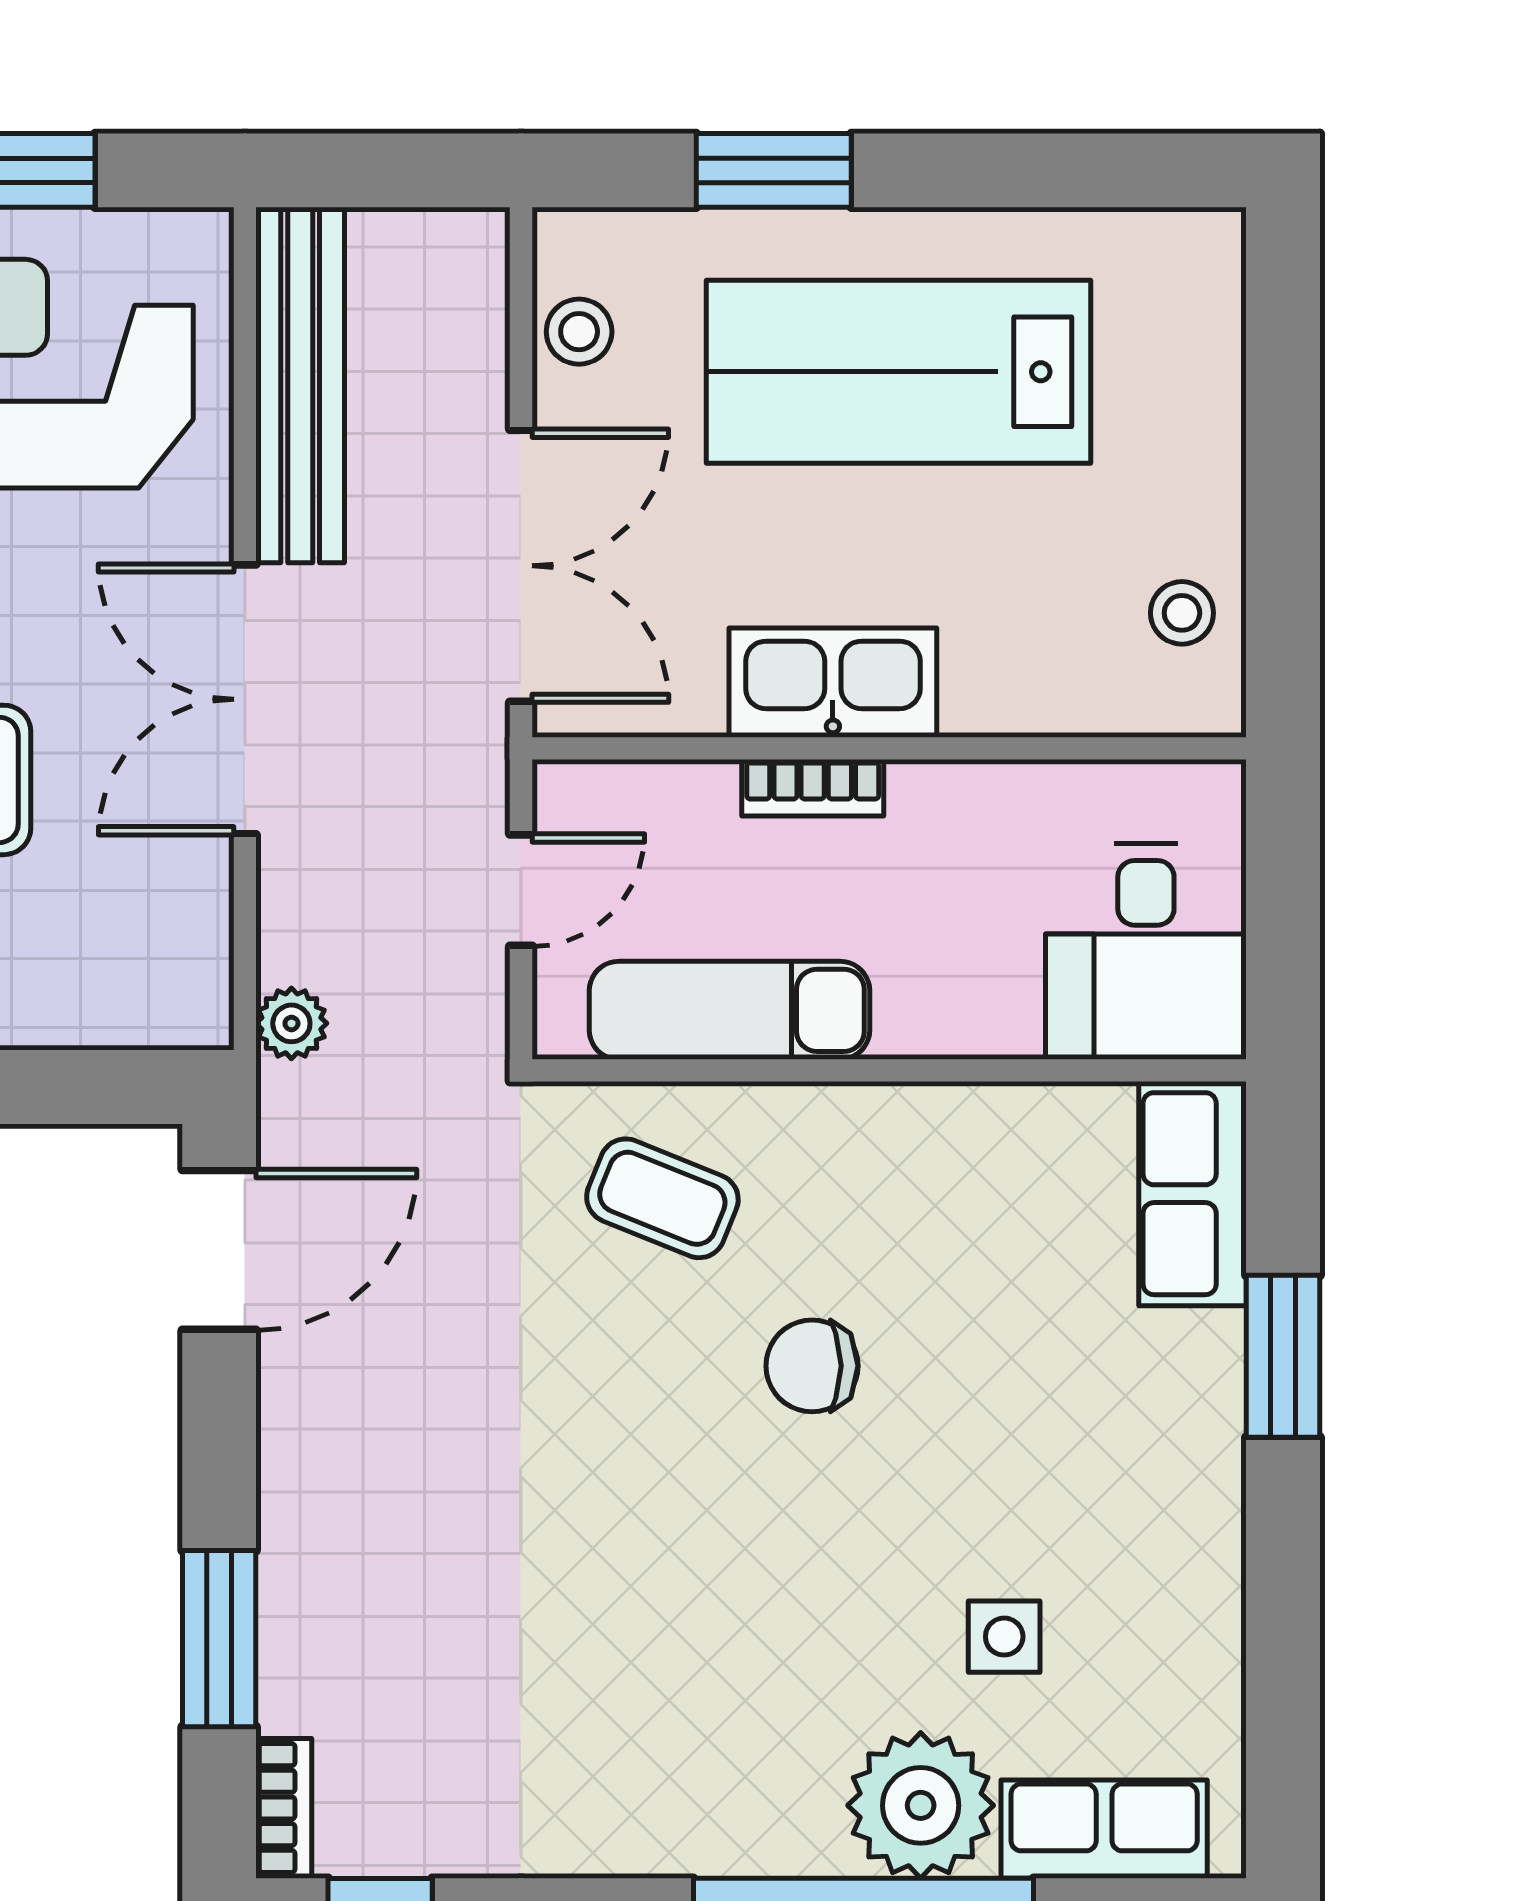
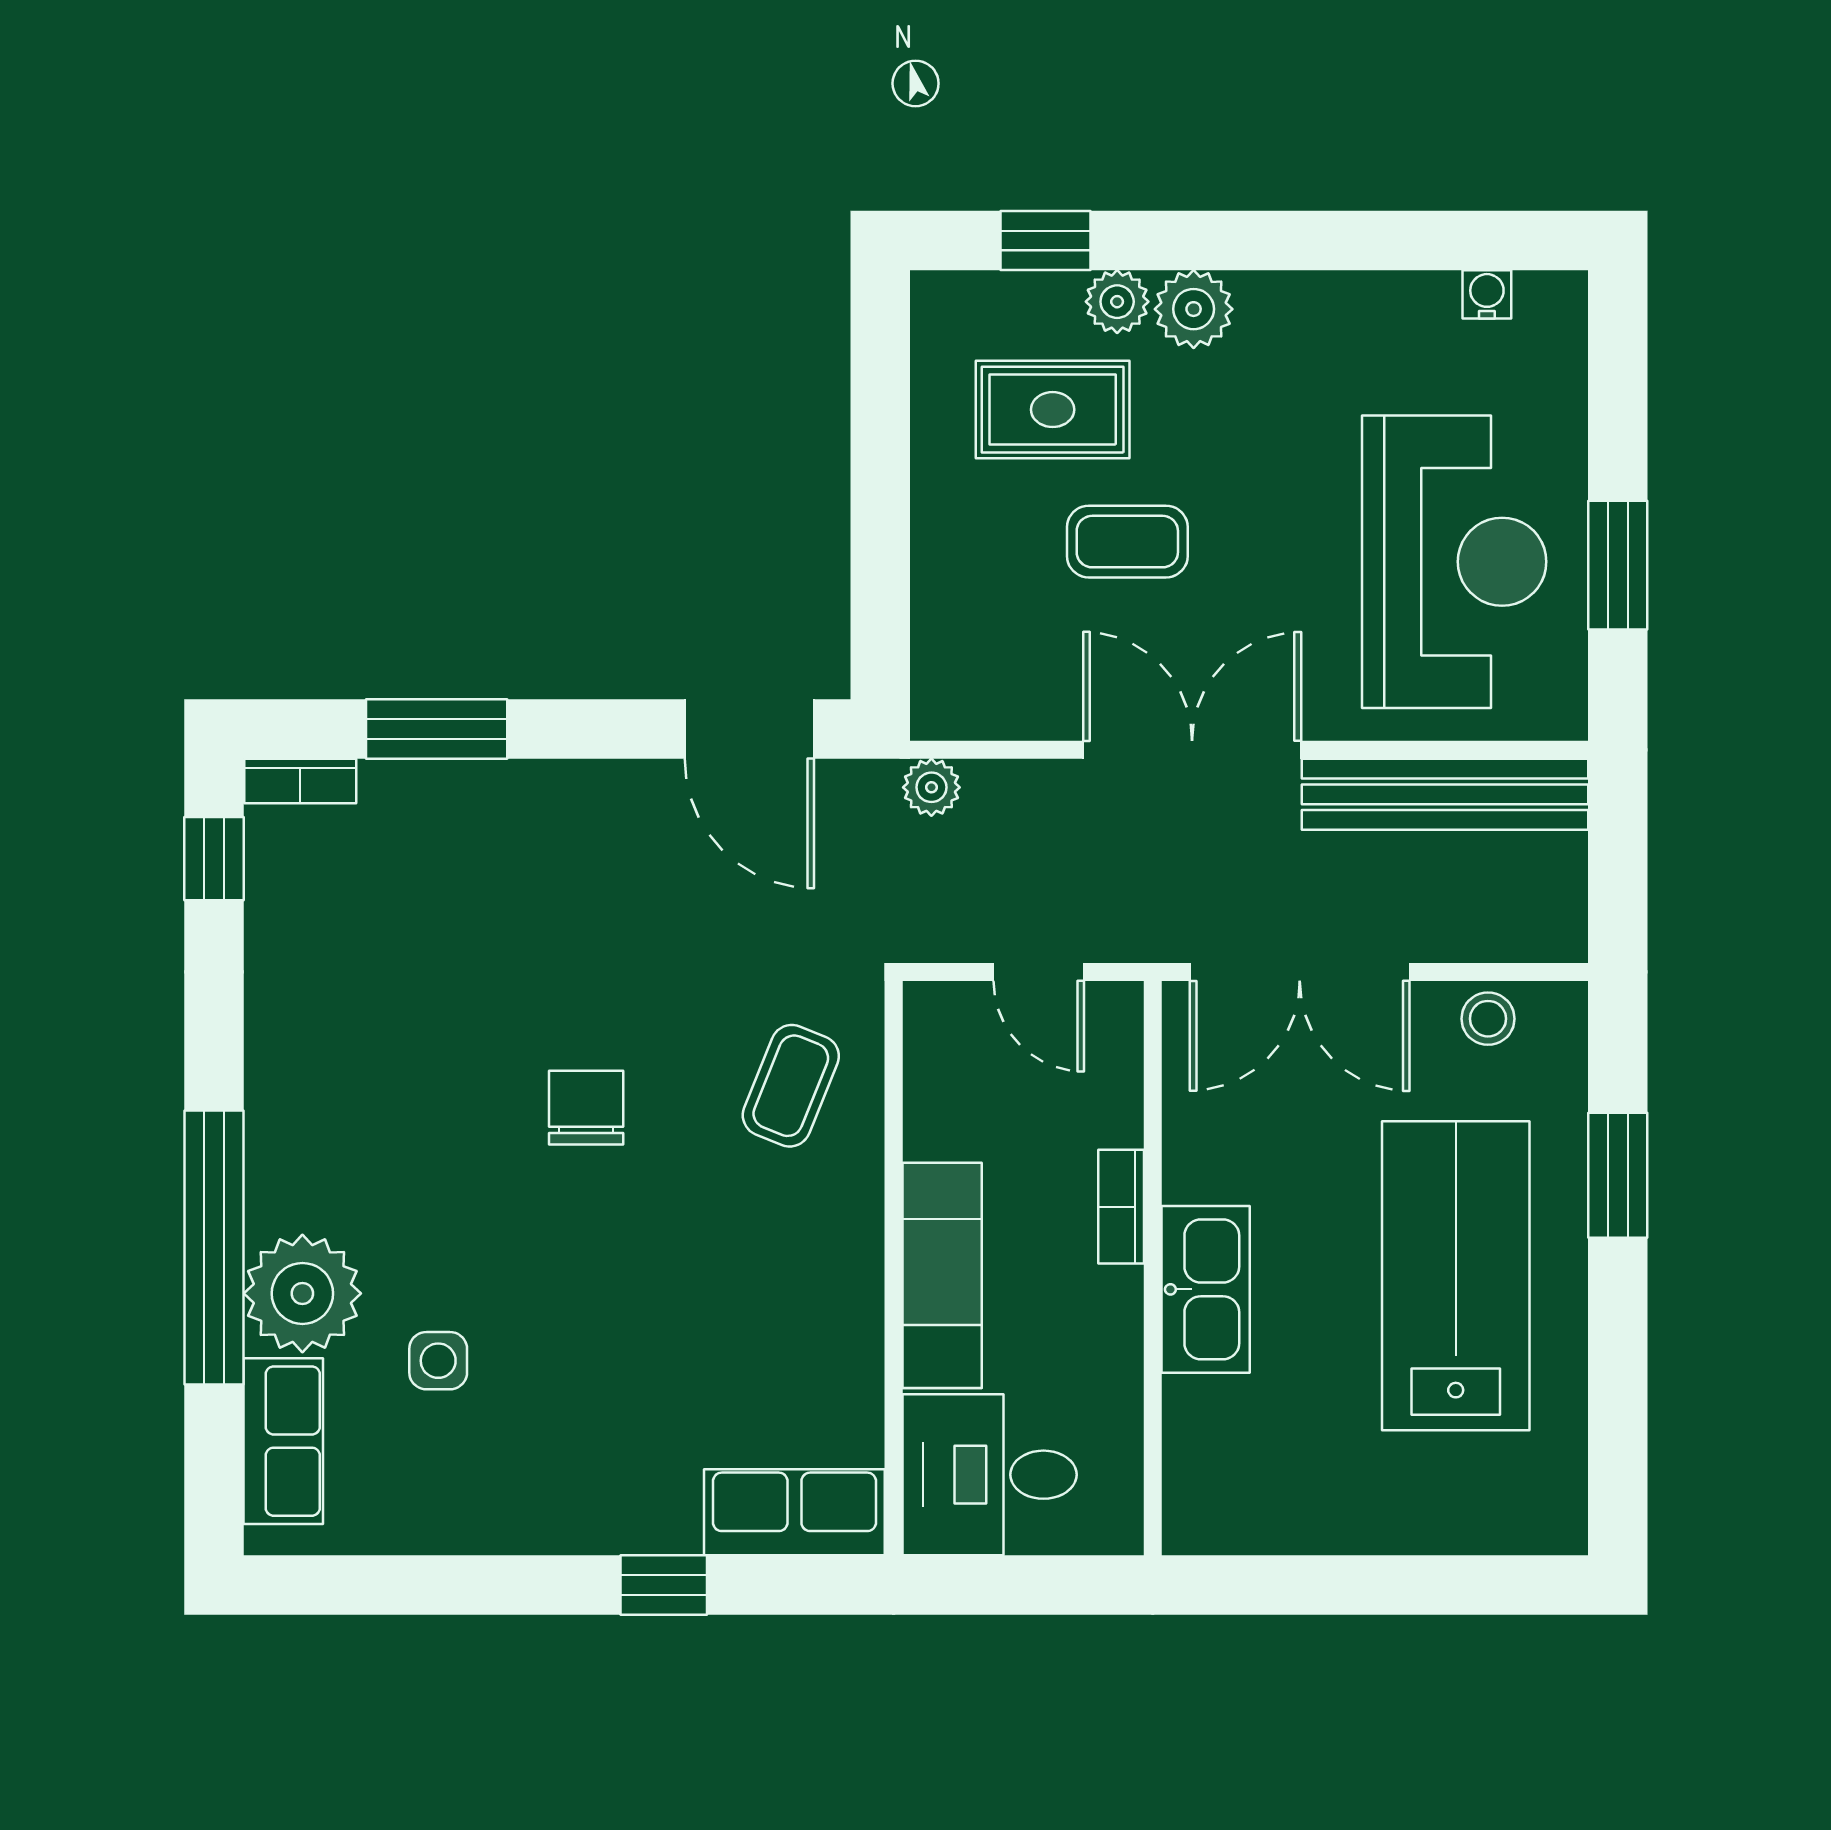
stool: (1182, 613) -> (1262, 1504), removed
kitchen sink: (833, 683) -> (1206, 1289), moved
exam couch: (729, 1010) -> (942, 1275), moved
window: (1283, 1356) -> (664, 1585), width x0.67
chair: (812, 1366) -> (586, 1108), moved

